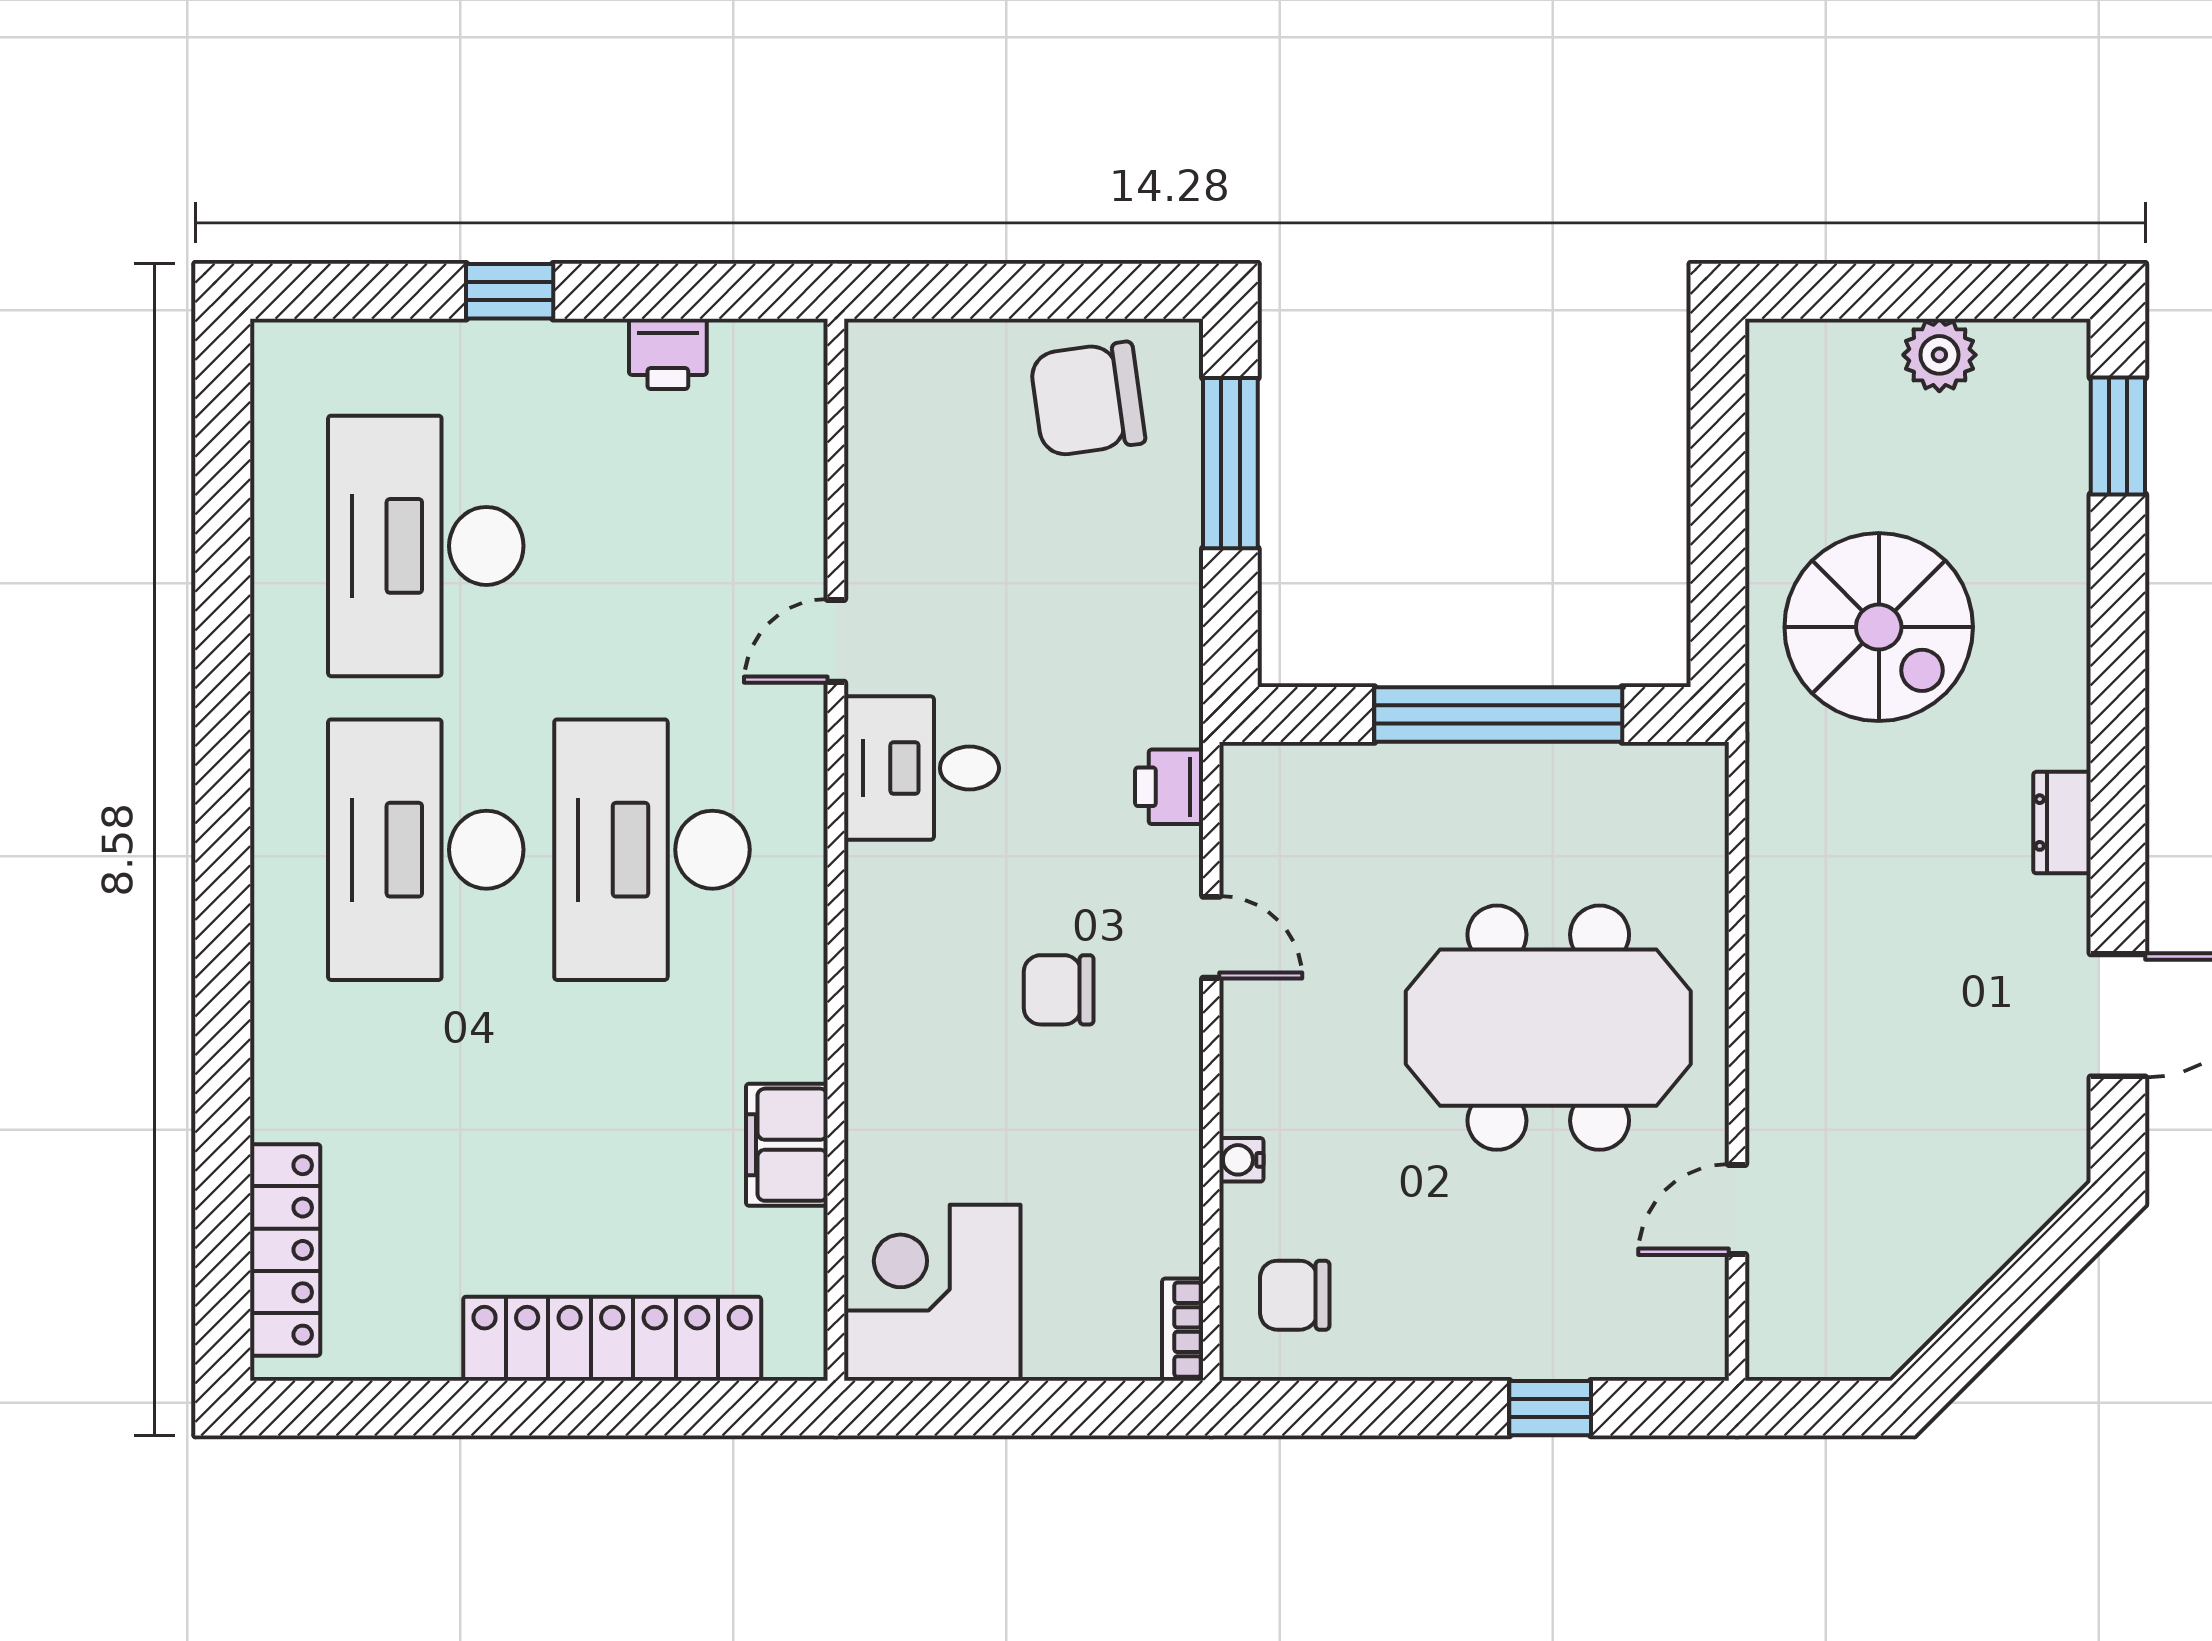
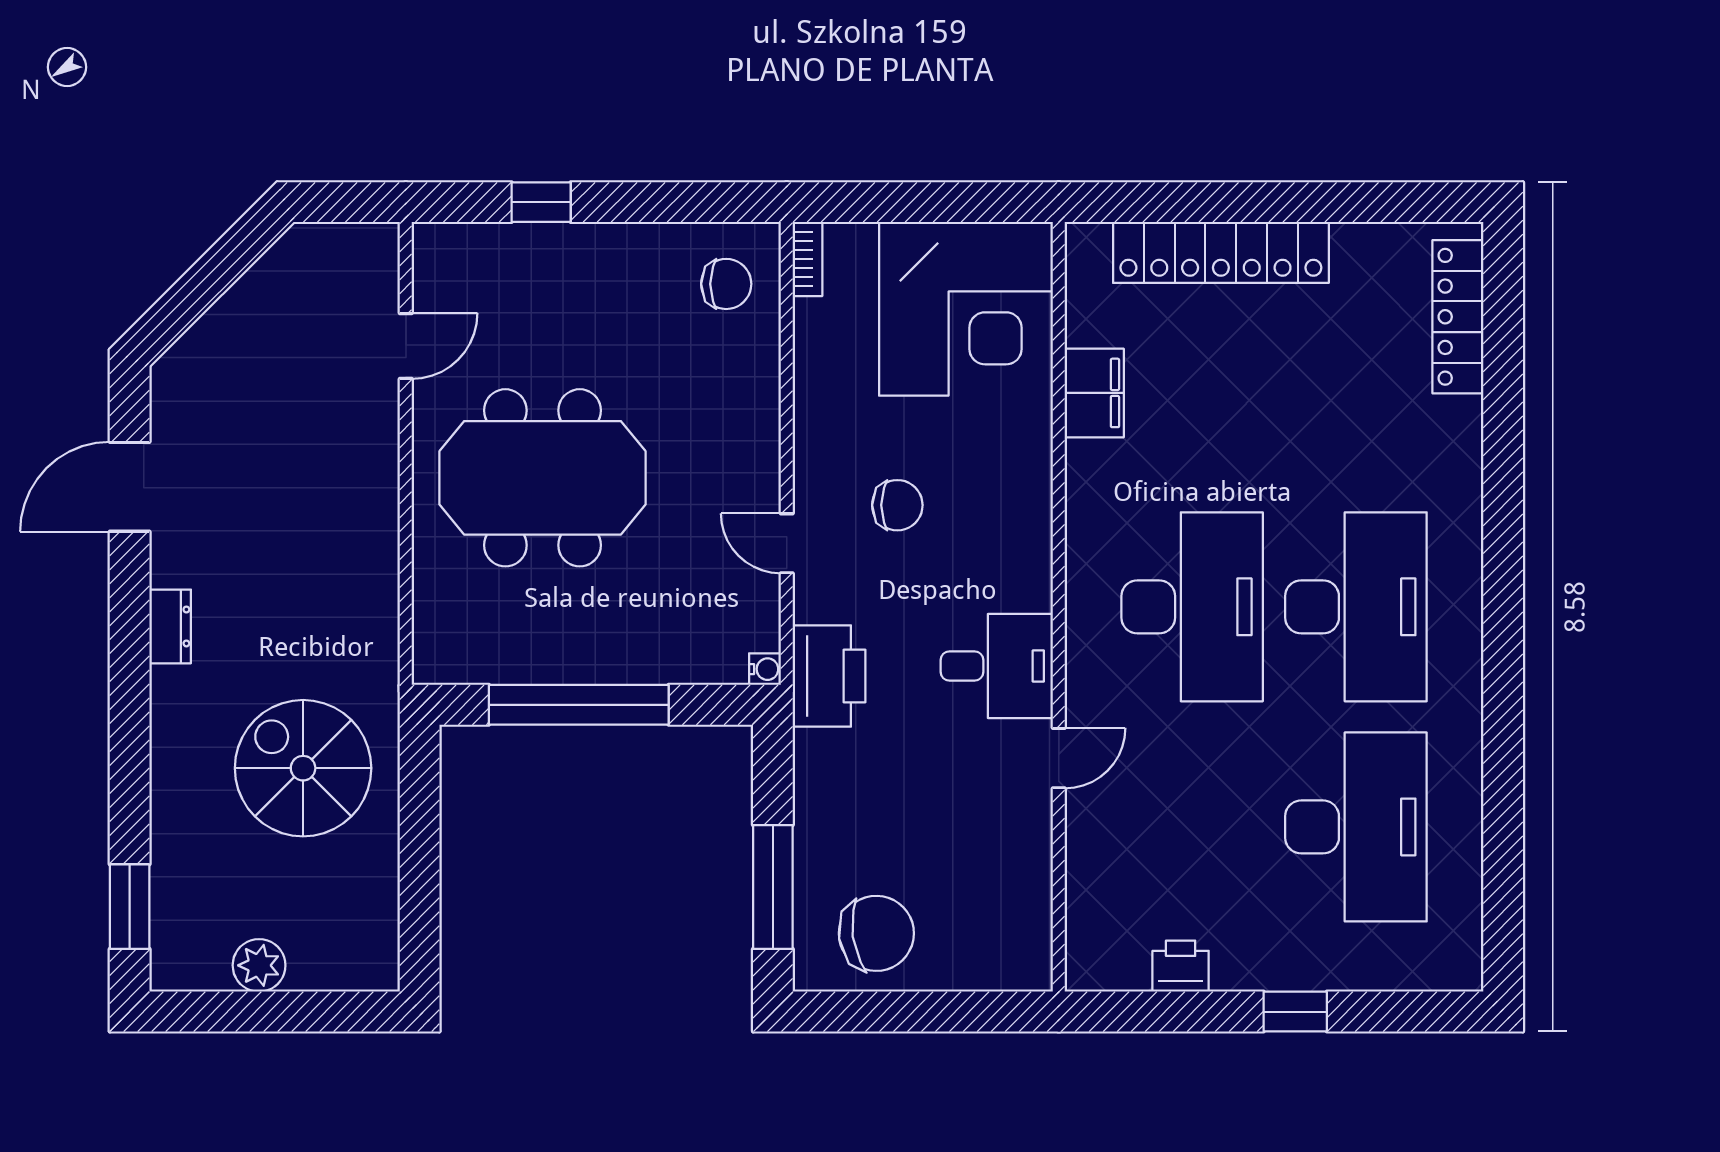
printer: (1169, 787) -> (829, 676), width x1.87, depth x1.48
water cooler: (1241, 1160) -> (765, 669), moved
corner desk: (932, 1293) -> (966, 309), width x1.36, depth x1.36

